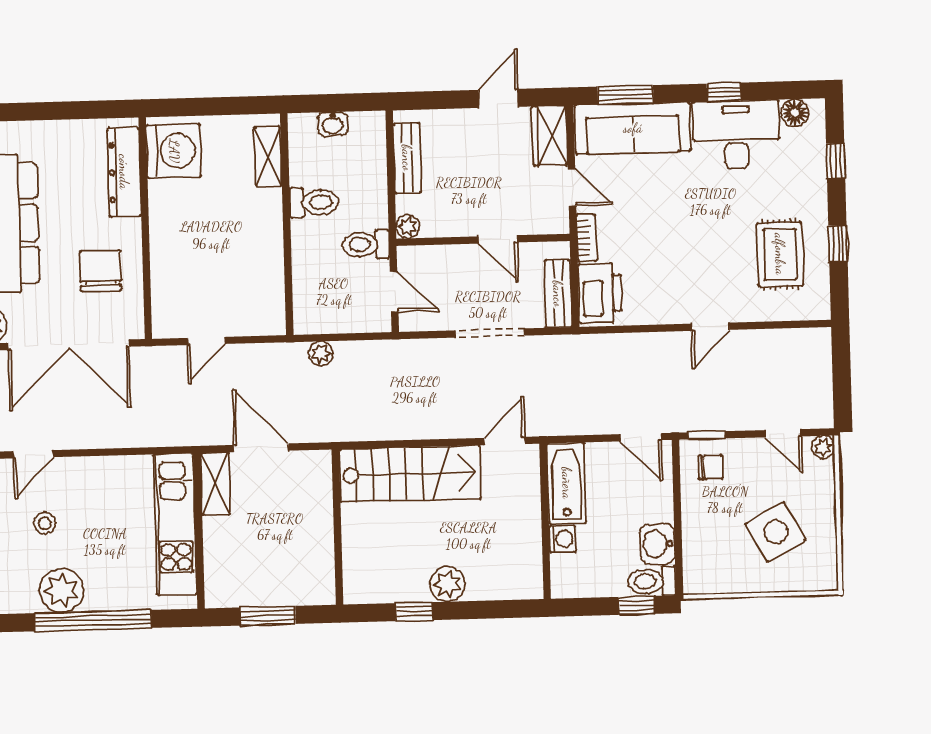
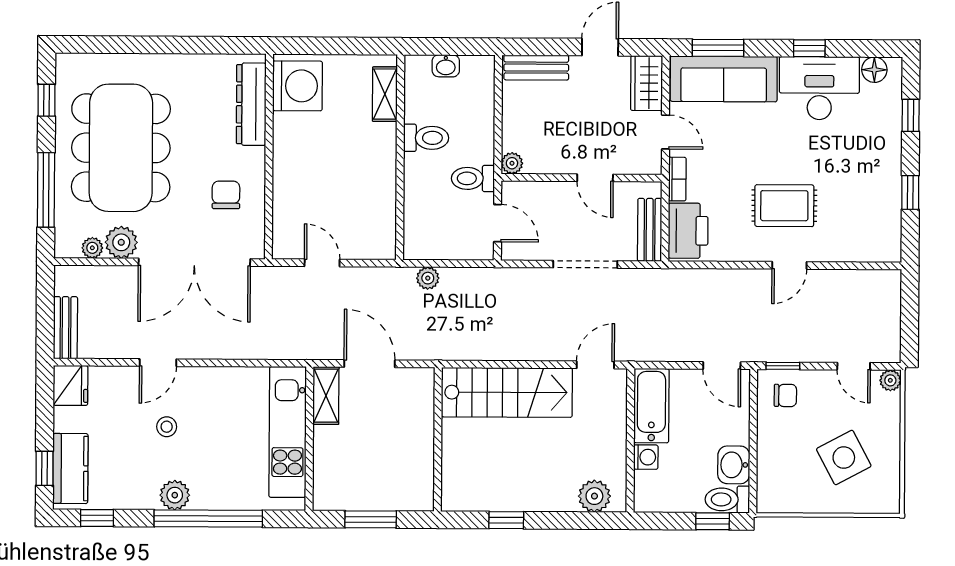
bench: (407, 158) -> (536, 68), moved, turned 90
rug: (780, 254) -> (784, 206), moved, turned 90
chair: (100, 271) -> (226, 195), width x0.73, depth x0.73
door: (206, 341) -> (322, 263), swing flipped
plant: (448, 584) -> (594, 496), moved
plant: (62, 590) -> (175, 495), width x0.73, depth x0.73

